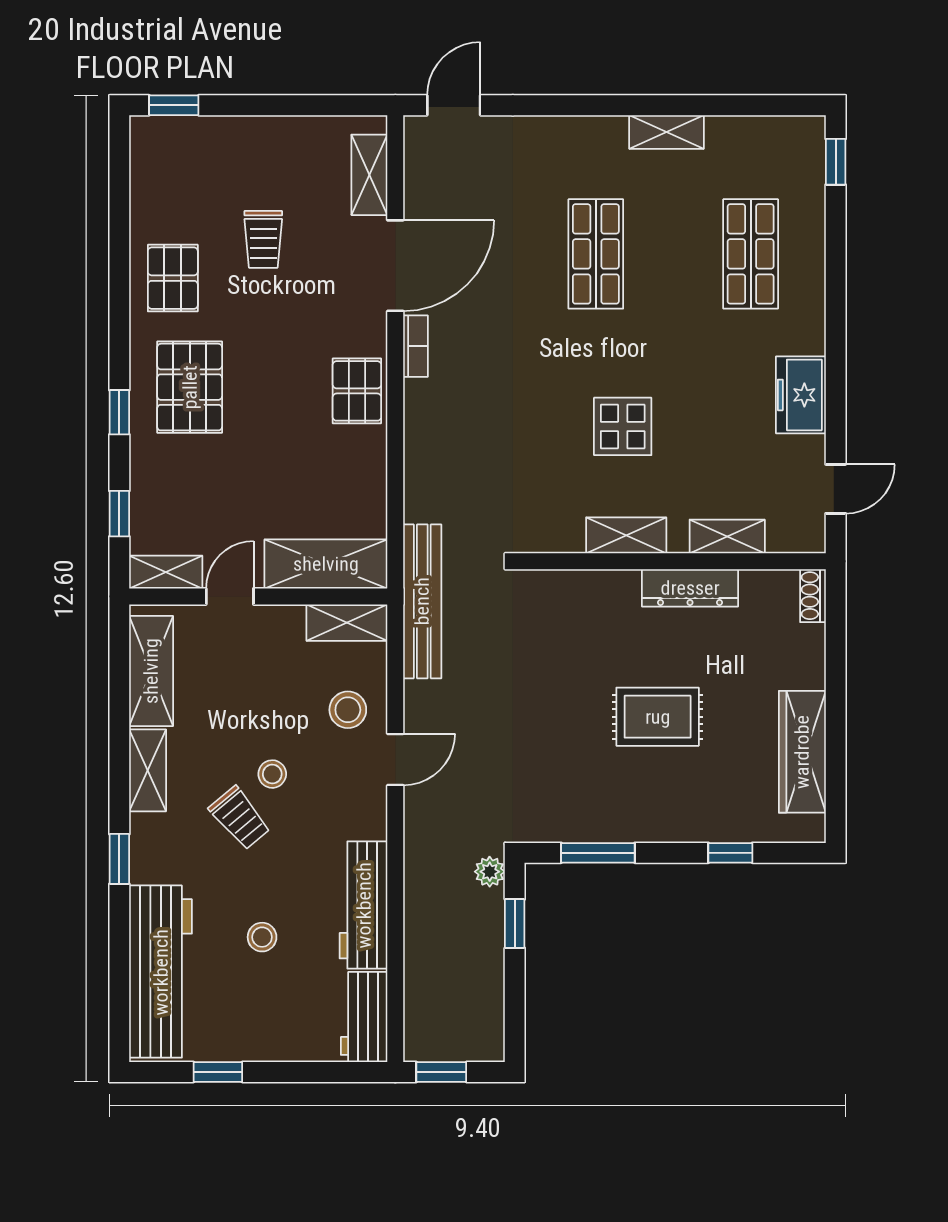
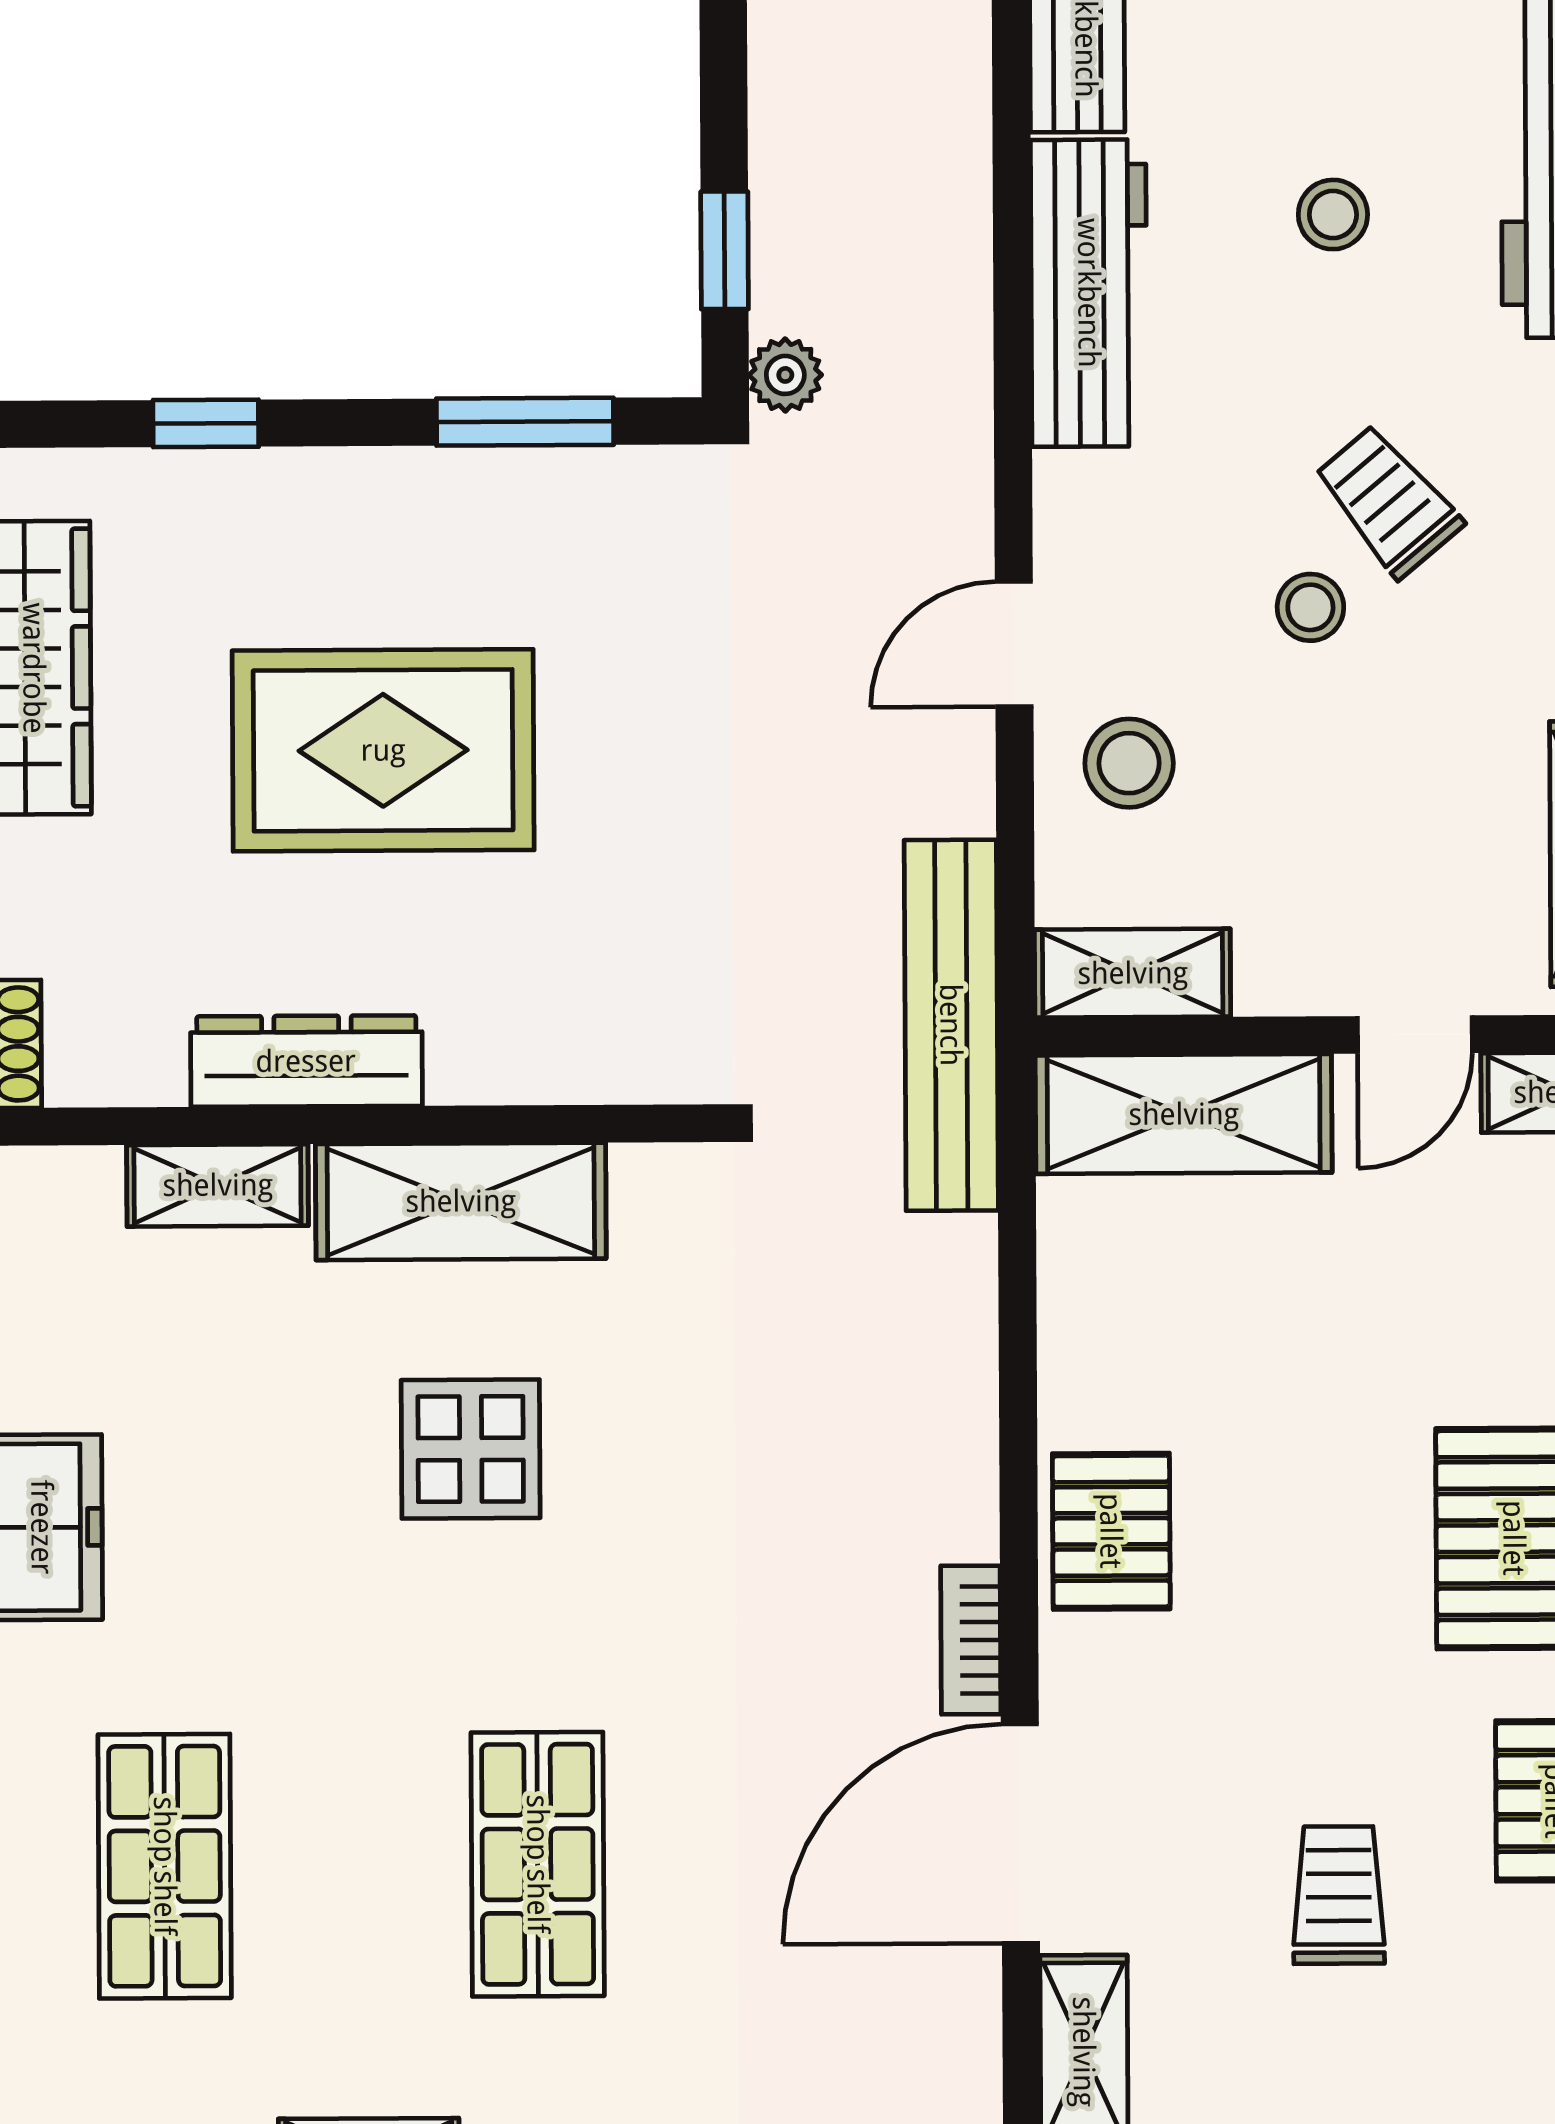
shelving: (626, 535) -> (461, 1201), width x1.50, depth x1.33
rug: (658, 717) -> (383, 750), width x1.36, depth x1.43

